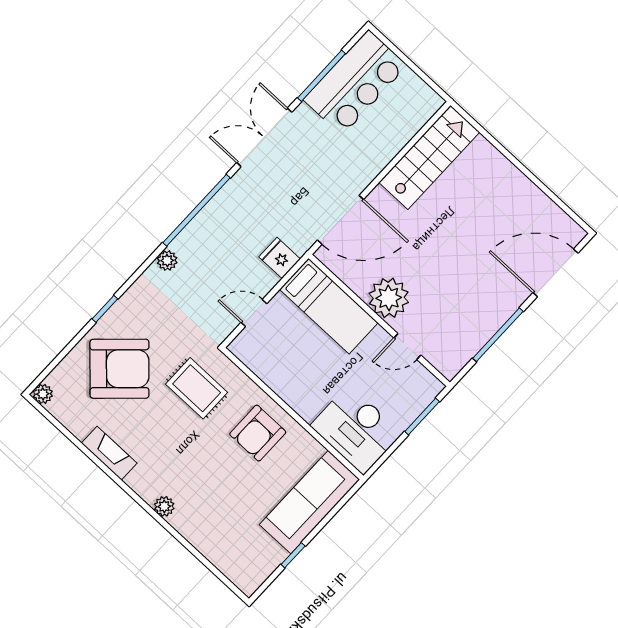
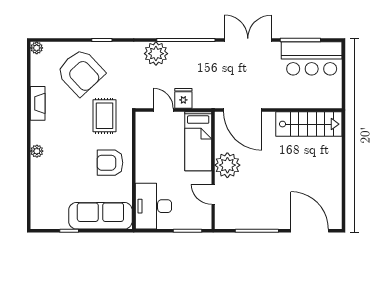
fridge: (280, 258) -> (183, 98), moved
plant: (167, 260) -> (156, 54), width x1.87, depth x1.87

